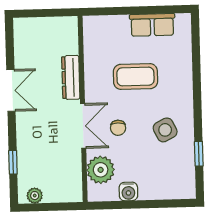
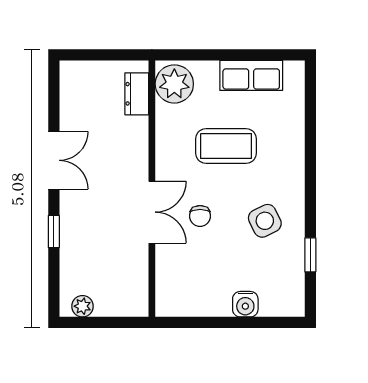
dresser: (71, 77) -> (137, 94), moved, width x0.70
window: (13, 162) -> (54, 232), moved
plant: (101, 170) -> (174, 84), moved
water cooler: (128, 191) -> (245, 304), moved

